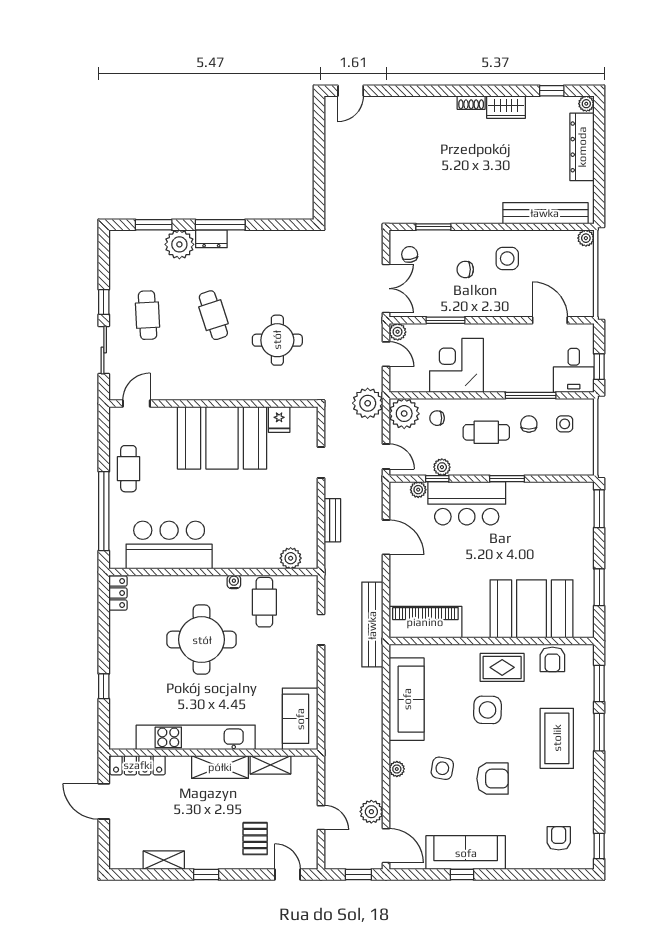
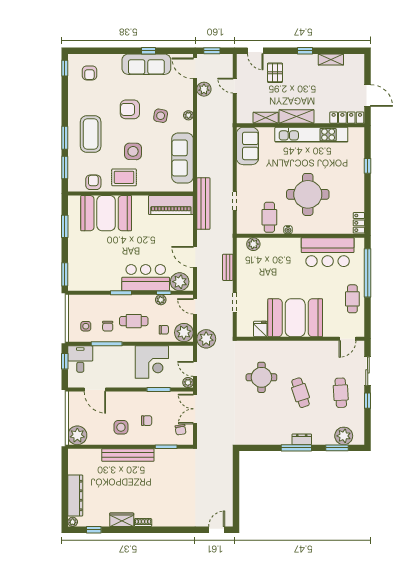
bench: (545, 213) -> (128, 455), moved
plant: (586, 238) -> (77, 435), width x1.88, depth x1.88
plant: (179, 244) -> (344, 436), moved
plant: (418, 490) -> (180, 282), width x1.88, depth x1.88

